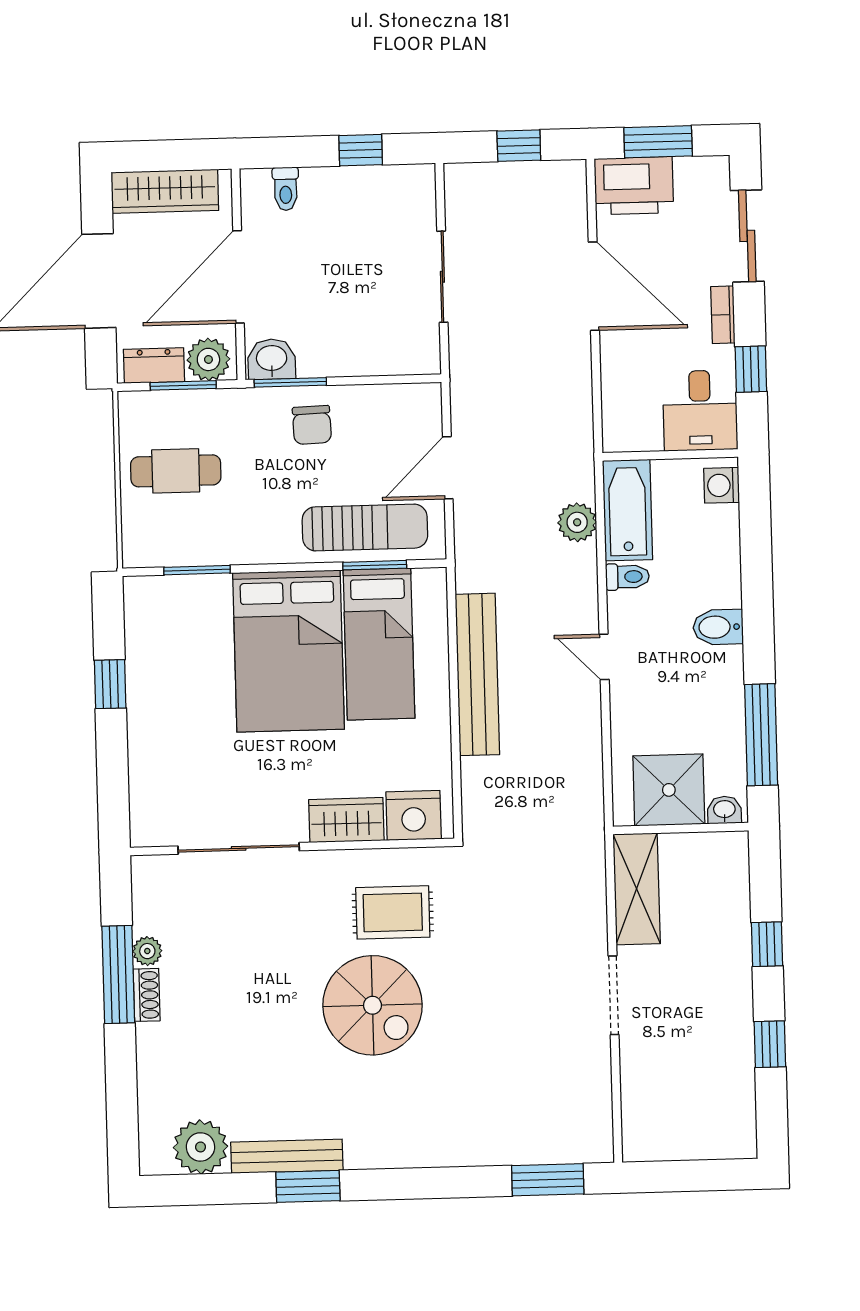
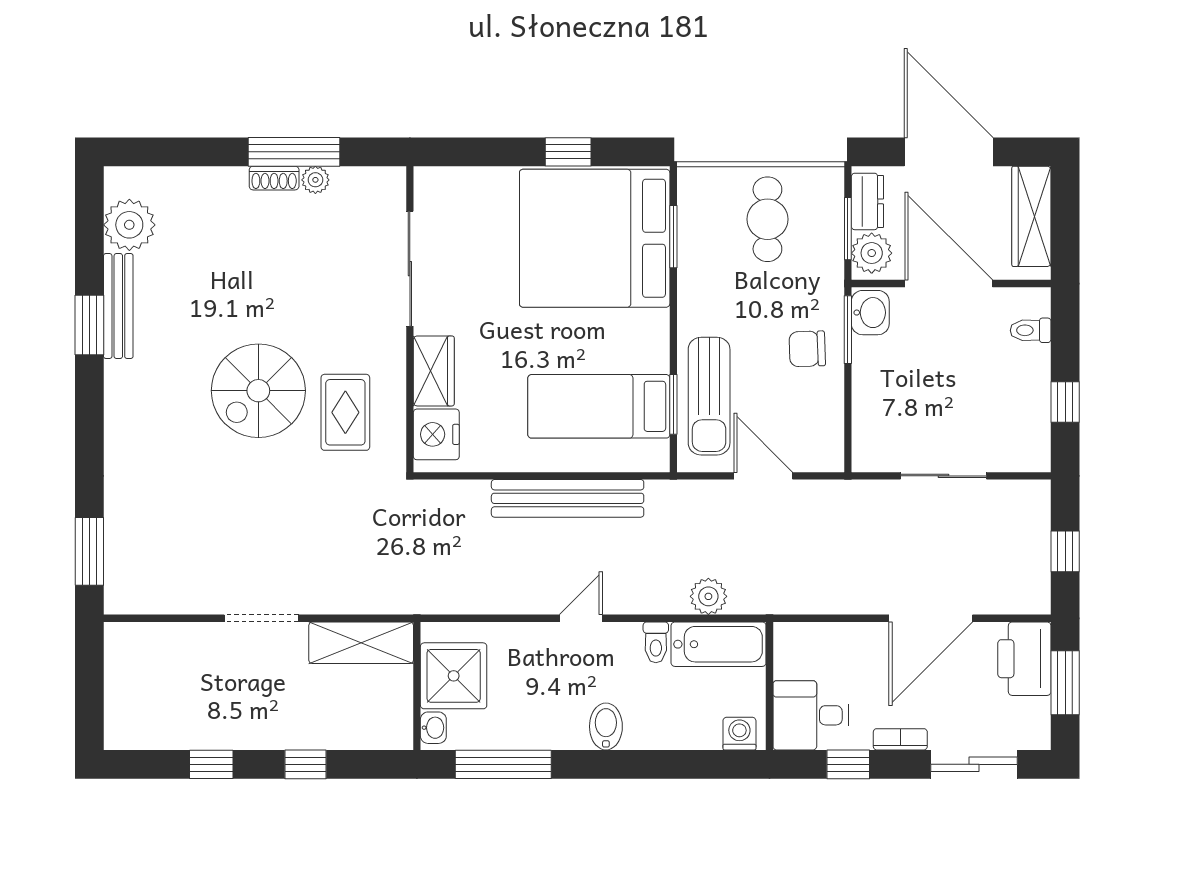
bed: (289, 651) -> (595, 238), moved, width x1.36

